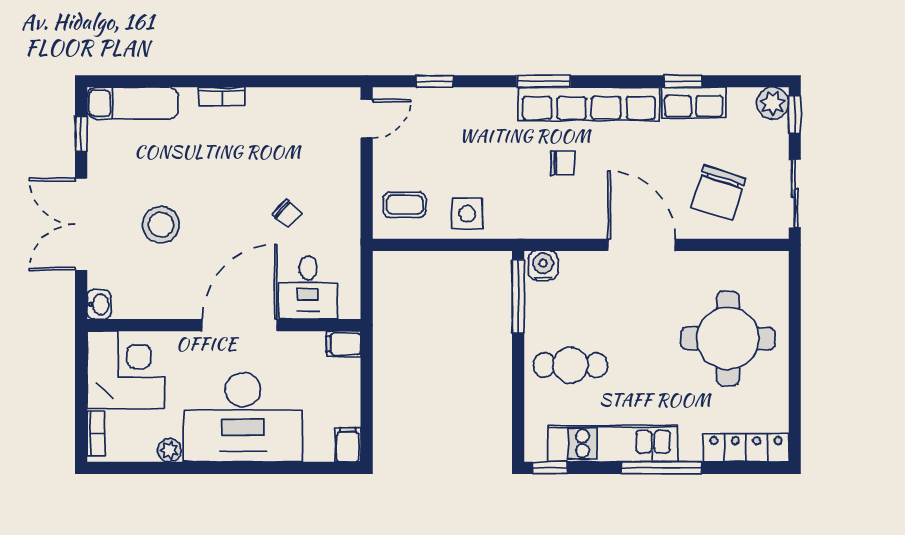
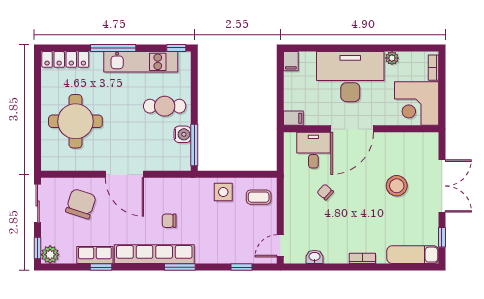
water cooler: (543, 266) -> (183, 134), moved, turned -90
washbasin: (99, 304) -> (314, 257), moved, turned 90

